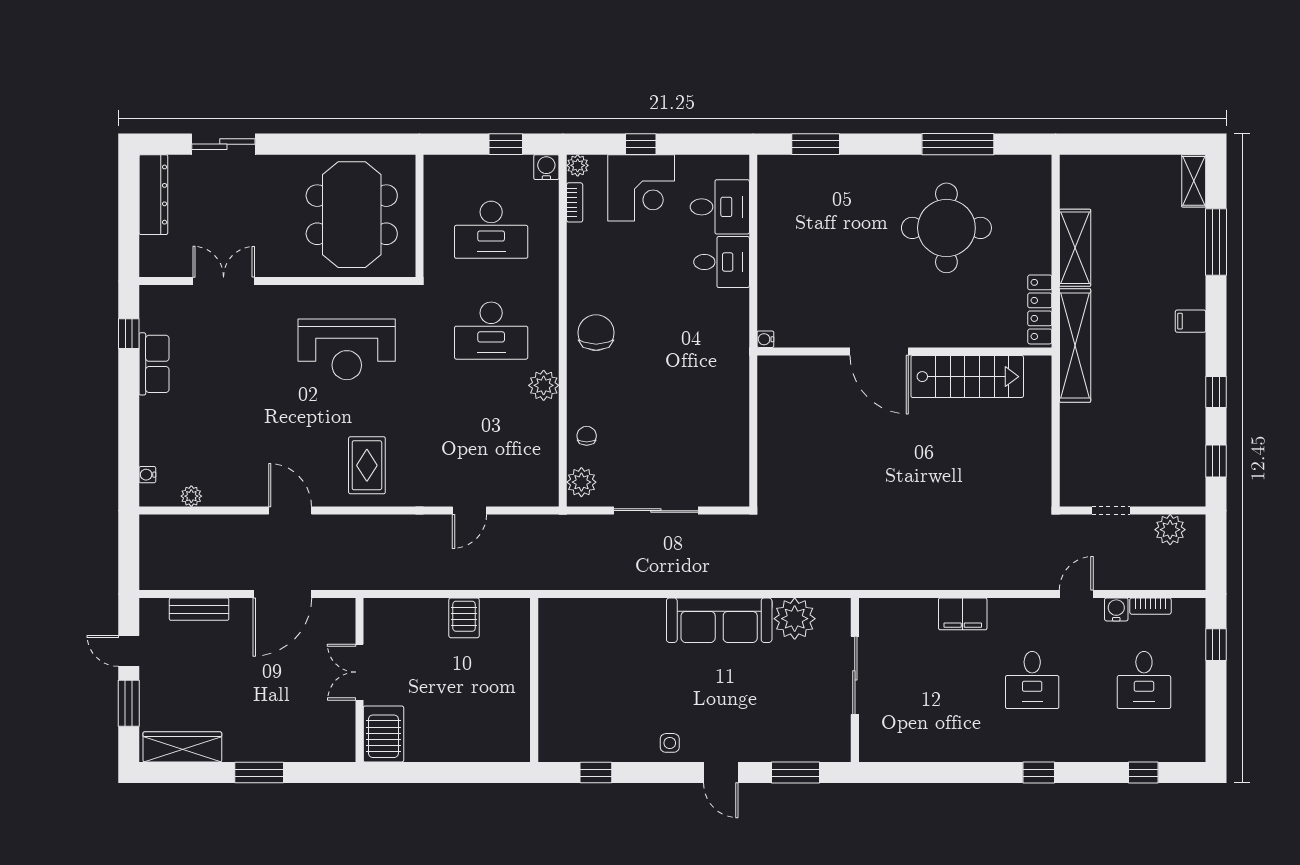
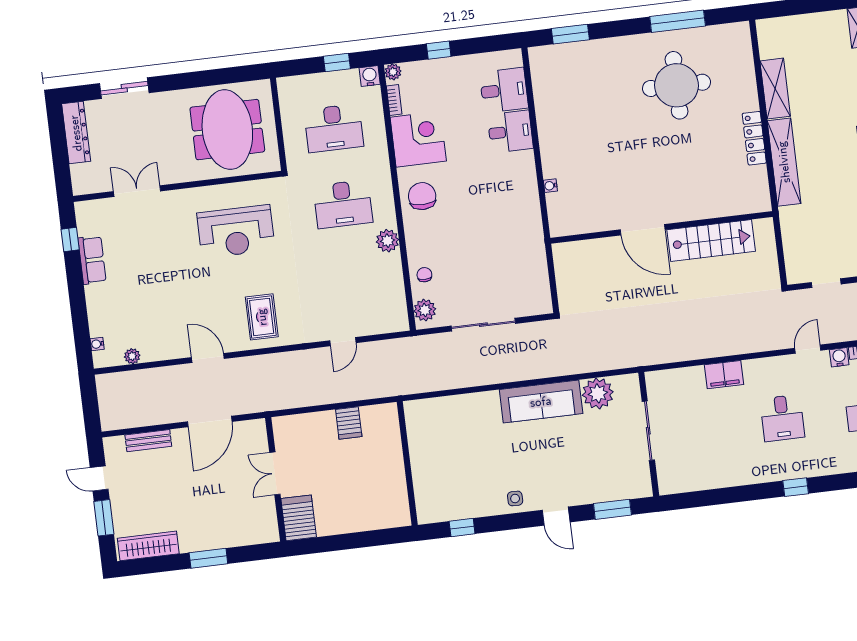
corner desk: (641, 188) -> (418, 139), moved, turned -90
door: (879, 351) -> (643, 230), moved
wall: (904, 351) -> (662, 227), moved
stairs: (967, 377) -> (711, 241), moved

